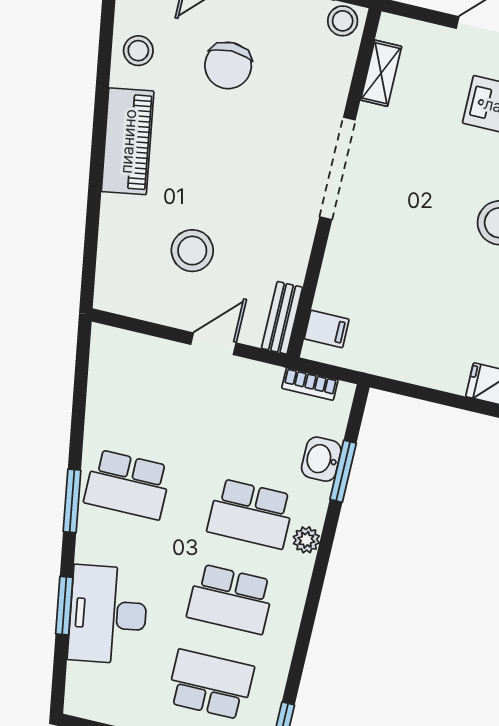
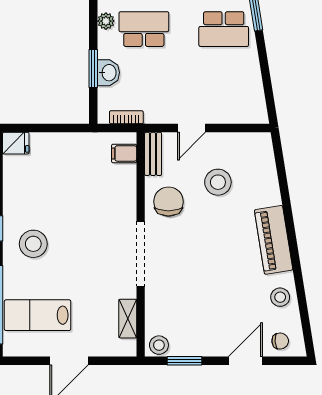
chair: (228, 65) -> (168, 202), moved
school desk: (128, 484) -> (224, 29), turned 180

